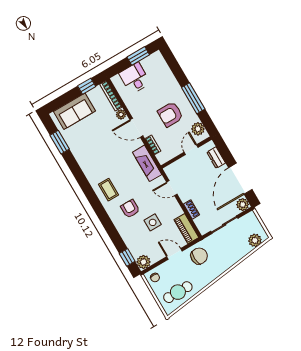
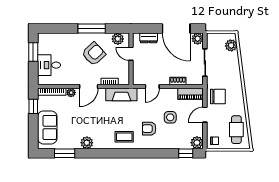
armchair: (170, 114) -> (94, 54), turned -133
plant: (82, 157) -> (87, 143), added
chair: (199, 256) -> (218, 96), turned 93

